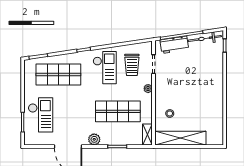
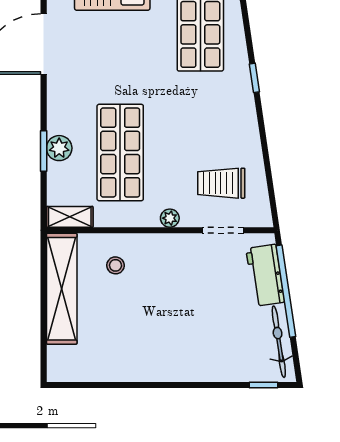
checkout: (105, 68) -> (215, 124), removed
plant: (94, 139) -> (59, 148), moved

